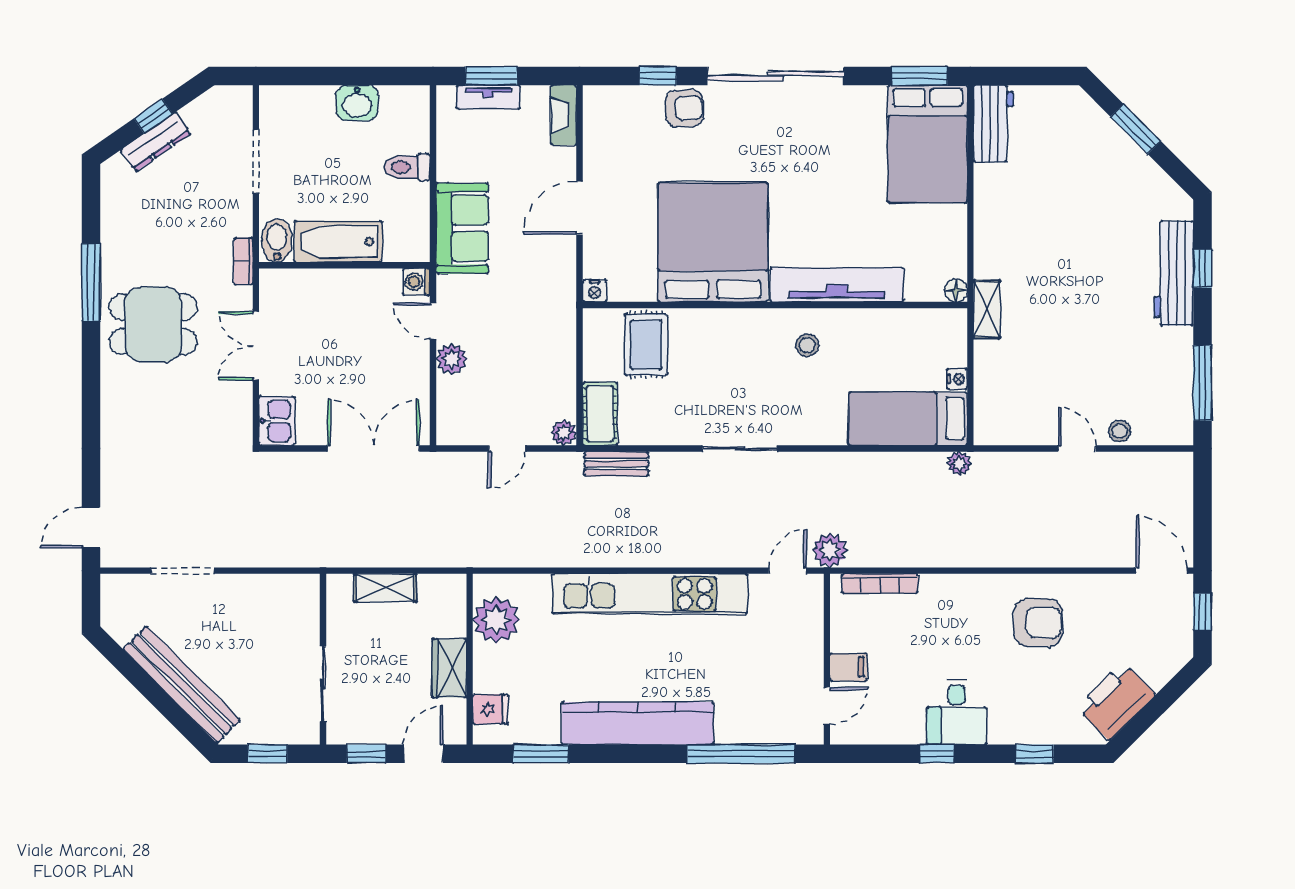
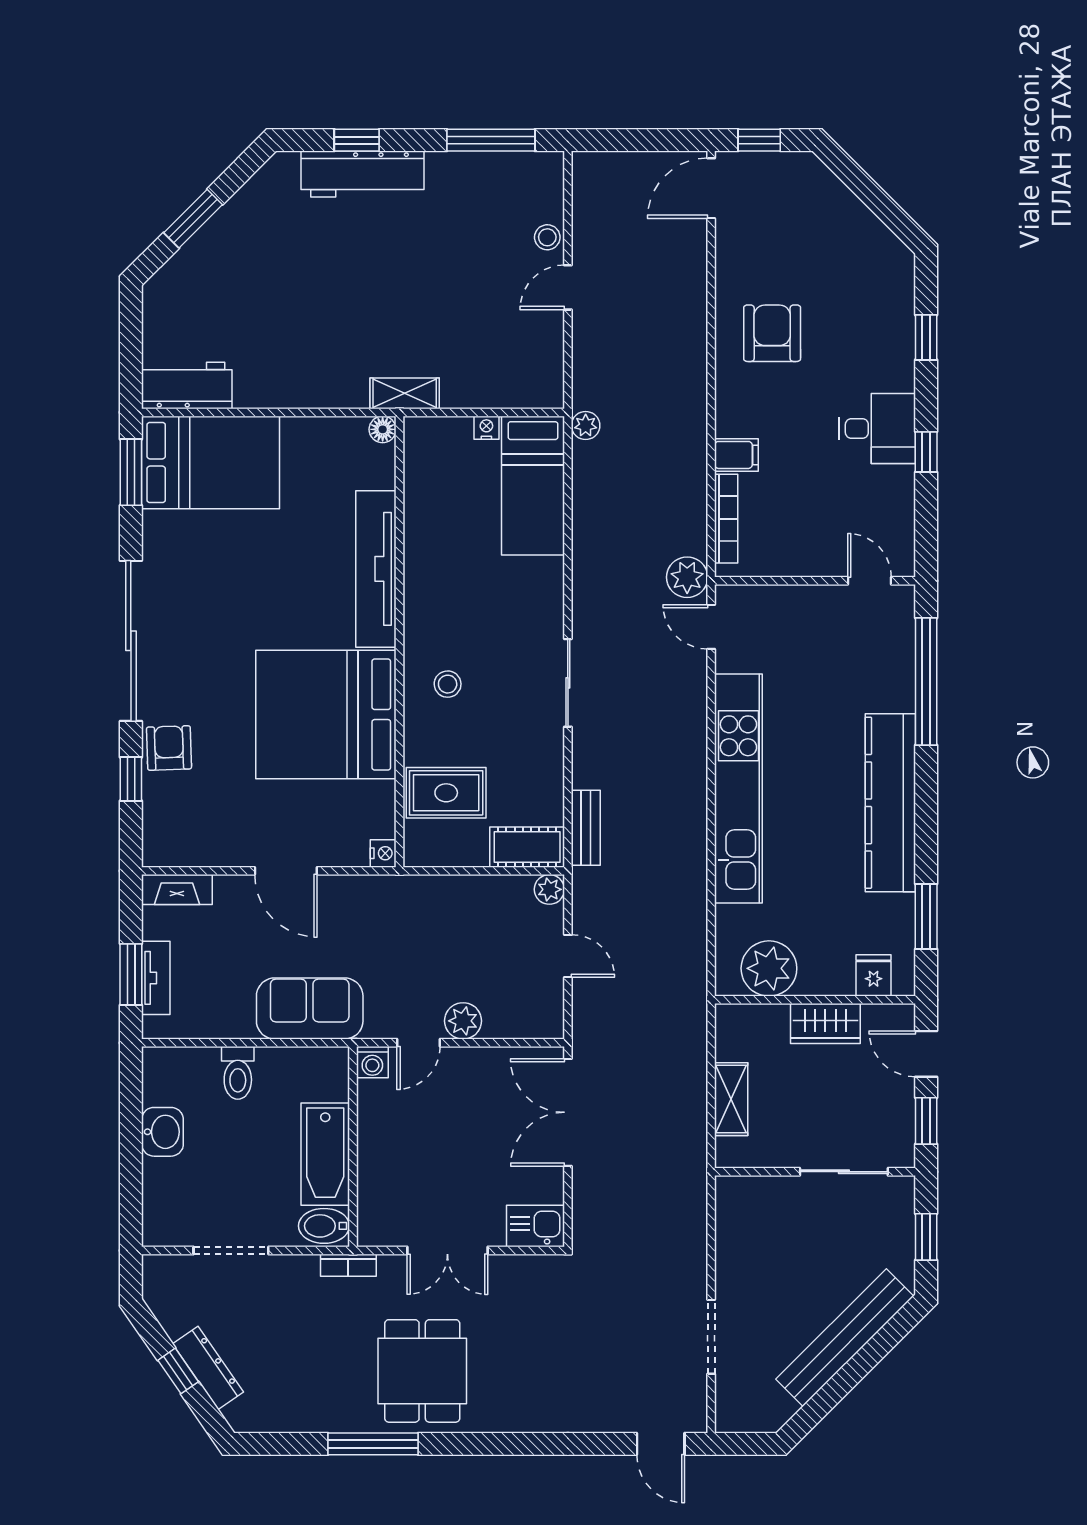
stool: (807, 345) -> (448, 684), moved
filing cabinet: (848, 667) -> (736, 455), moved, turned 90
printer: (1116, 701) -> (864, 242), removed

